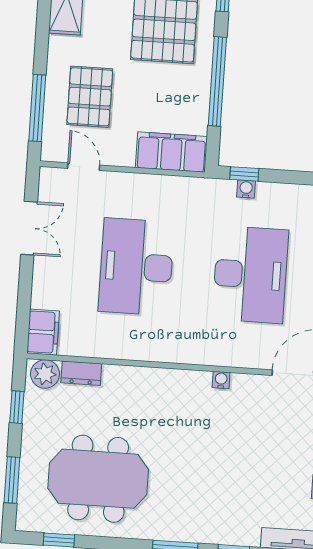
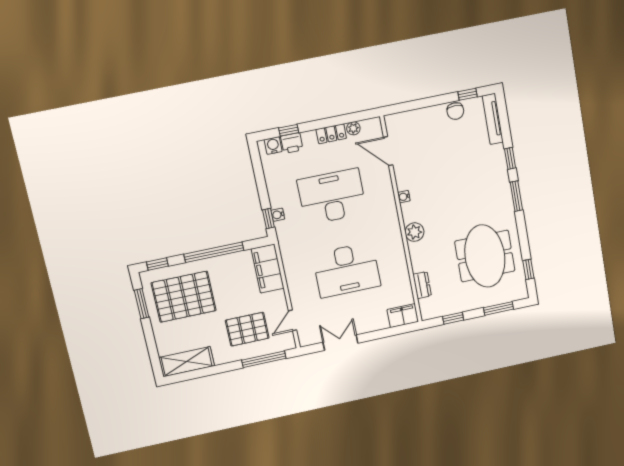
plant: (45, 374) -> (414, 232), moved

